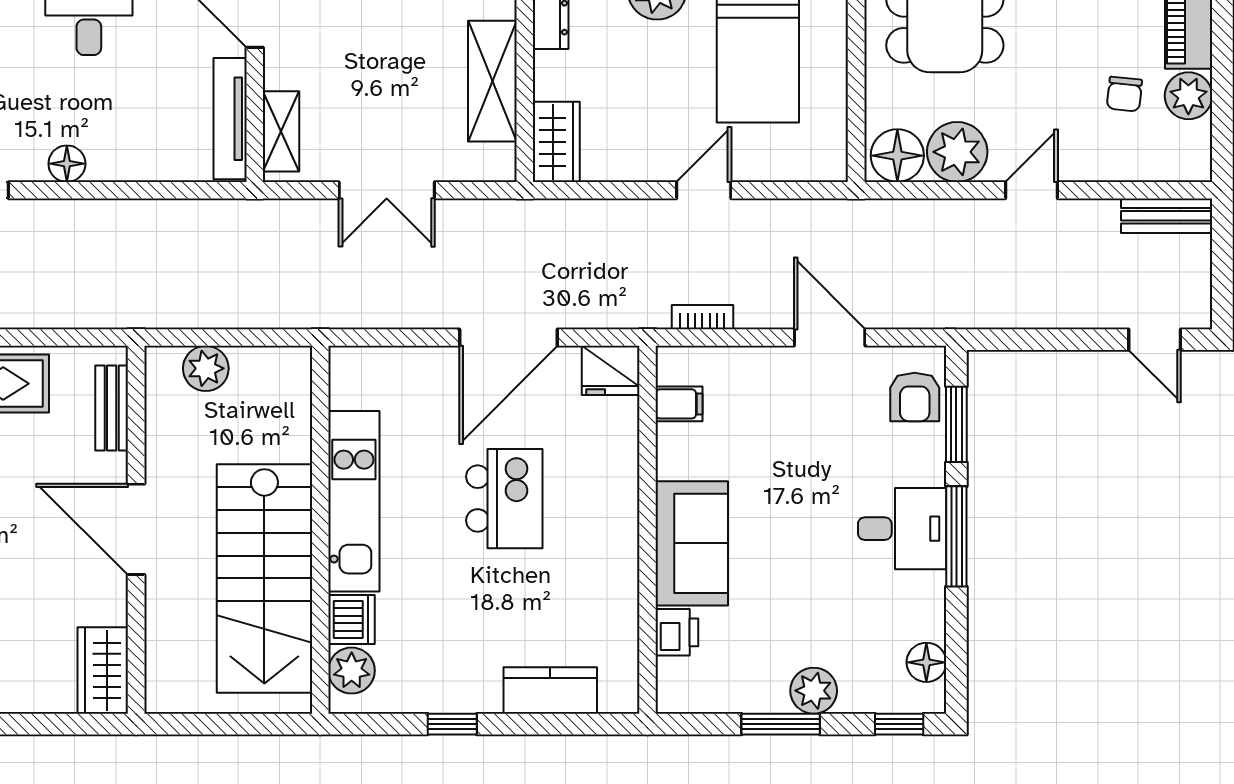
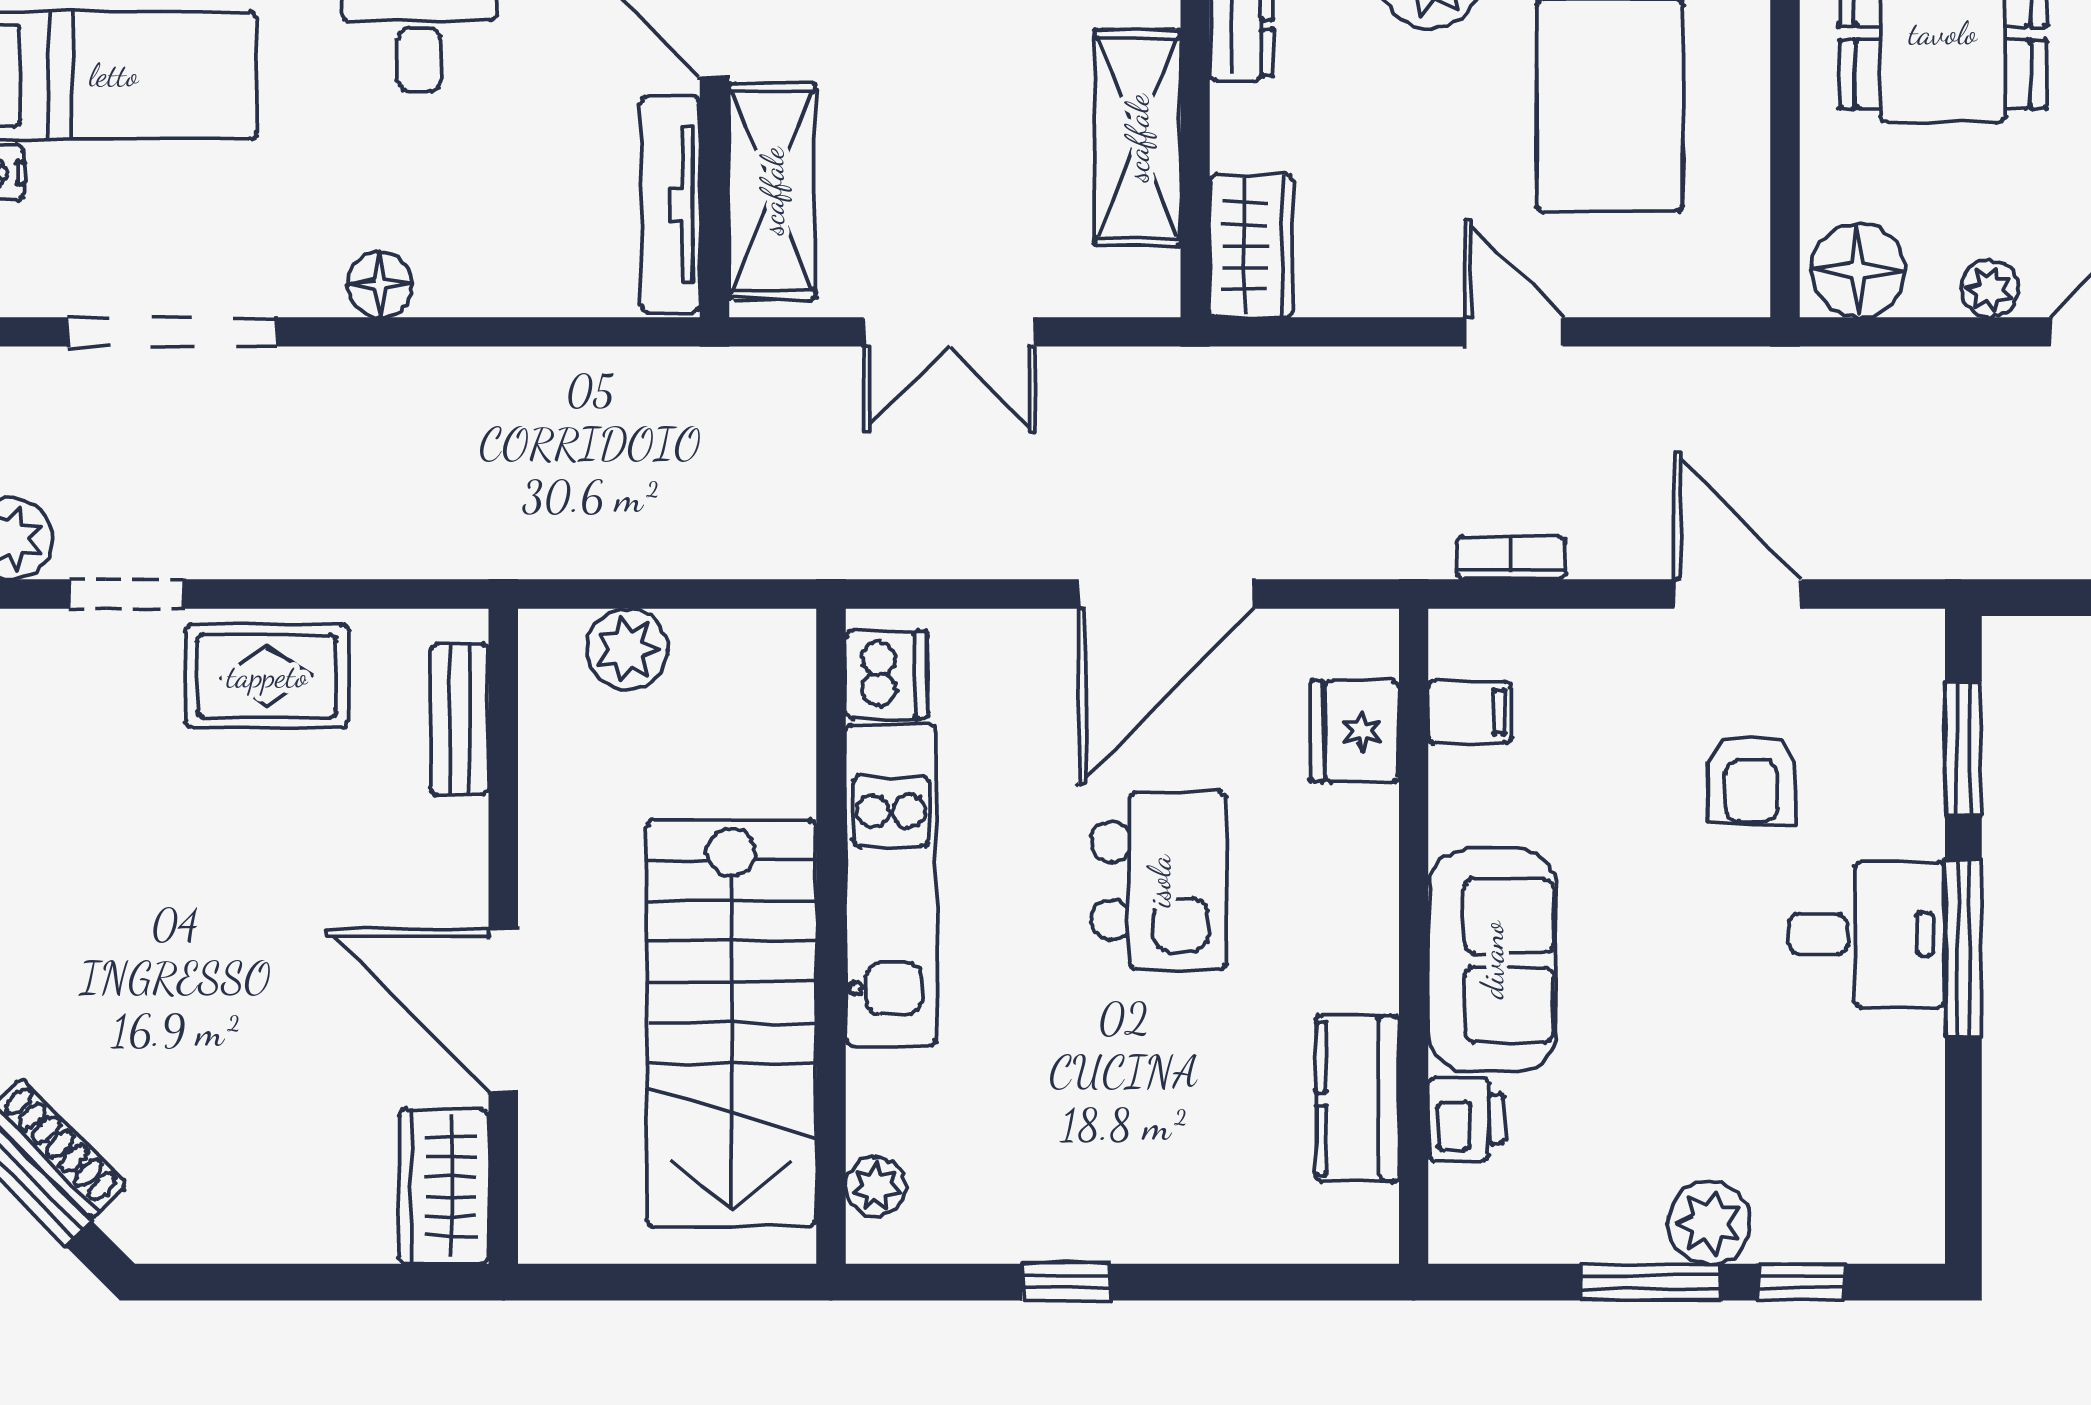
shelving: (281, 131) -> (772, 191), width x1.50, depth x1.33
plant: (957, 152) -> (1990, 289), width x0.53, depth x0.53
door: (704, 190) -> (1514, 332), hinge flipped
fridge: (611, 370) -> (1355, 731), moved, turned 90
armchair: (915, 397) -> (1752, 779), moved
door: (136, 529) -> (503, 1011), moved
dishwasher: (351, 619) -> (887, 675), moved
floor lamp: (926, 662) -> (1910, 1172), removed
plant: (352, 671) -> (876, 1187), width x0.73, depth x0.73
kitchen counter: (550, 691) -> (1358, 1099), moved, turned -90
window: (899, 724) -> (1801, 1282), moved

